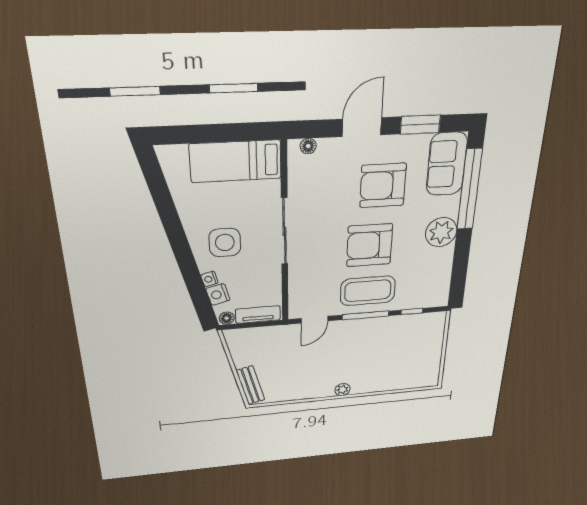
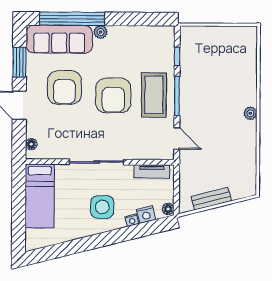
sofa: (447, 164) -> (59, 39), width x1.36
plant: (441, 232) -> (100, 32), width x0.53, depth x0.53
tv unit: (258, 315) -> (152, 171), moved, turned -90
bench: (250, 385) -> (211, 199), moved

